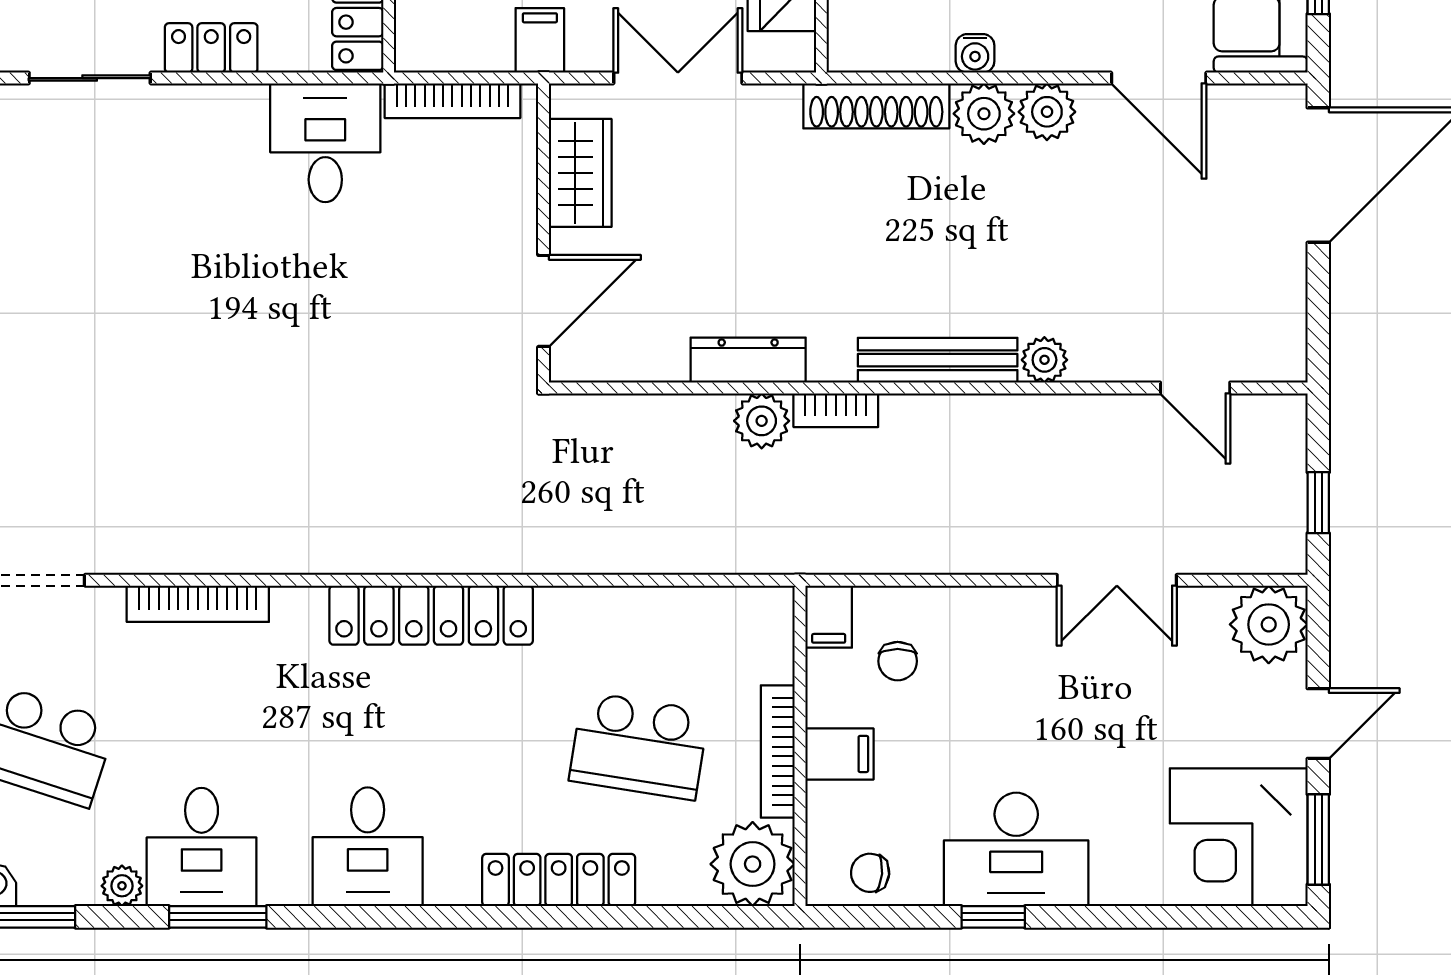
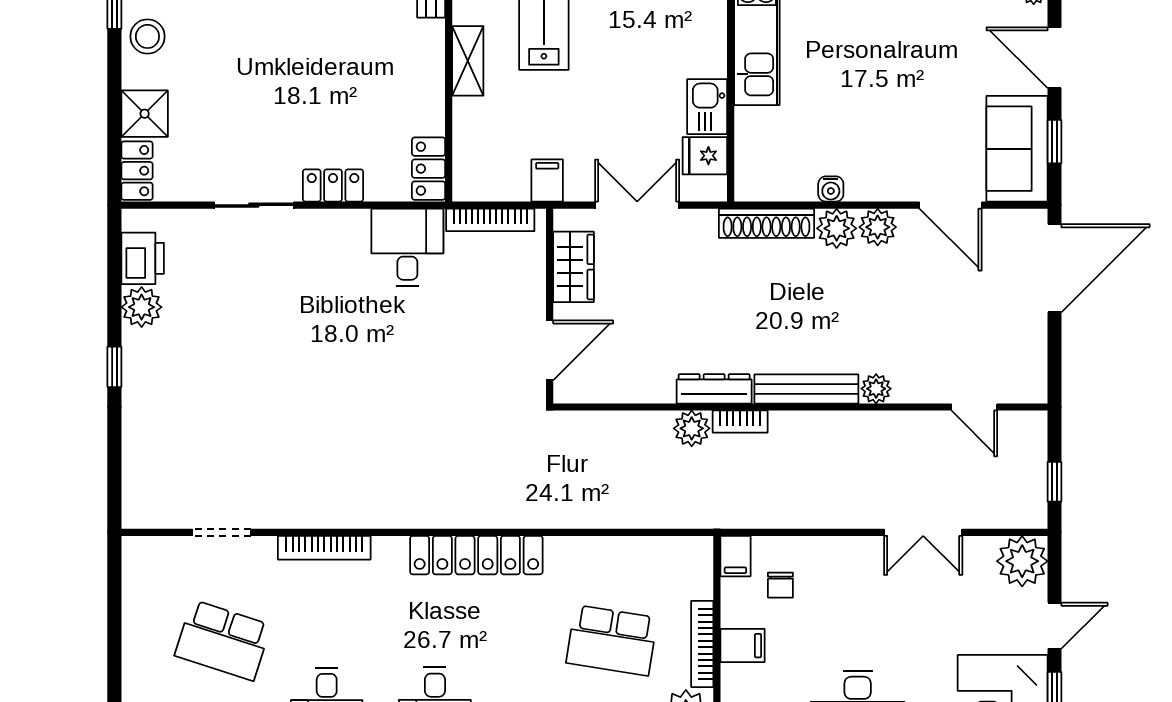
dresser: (748, 360) -> (714, 389), moved

